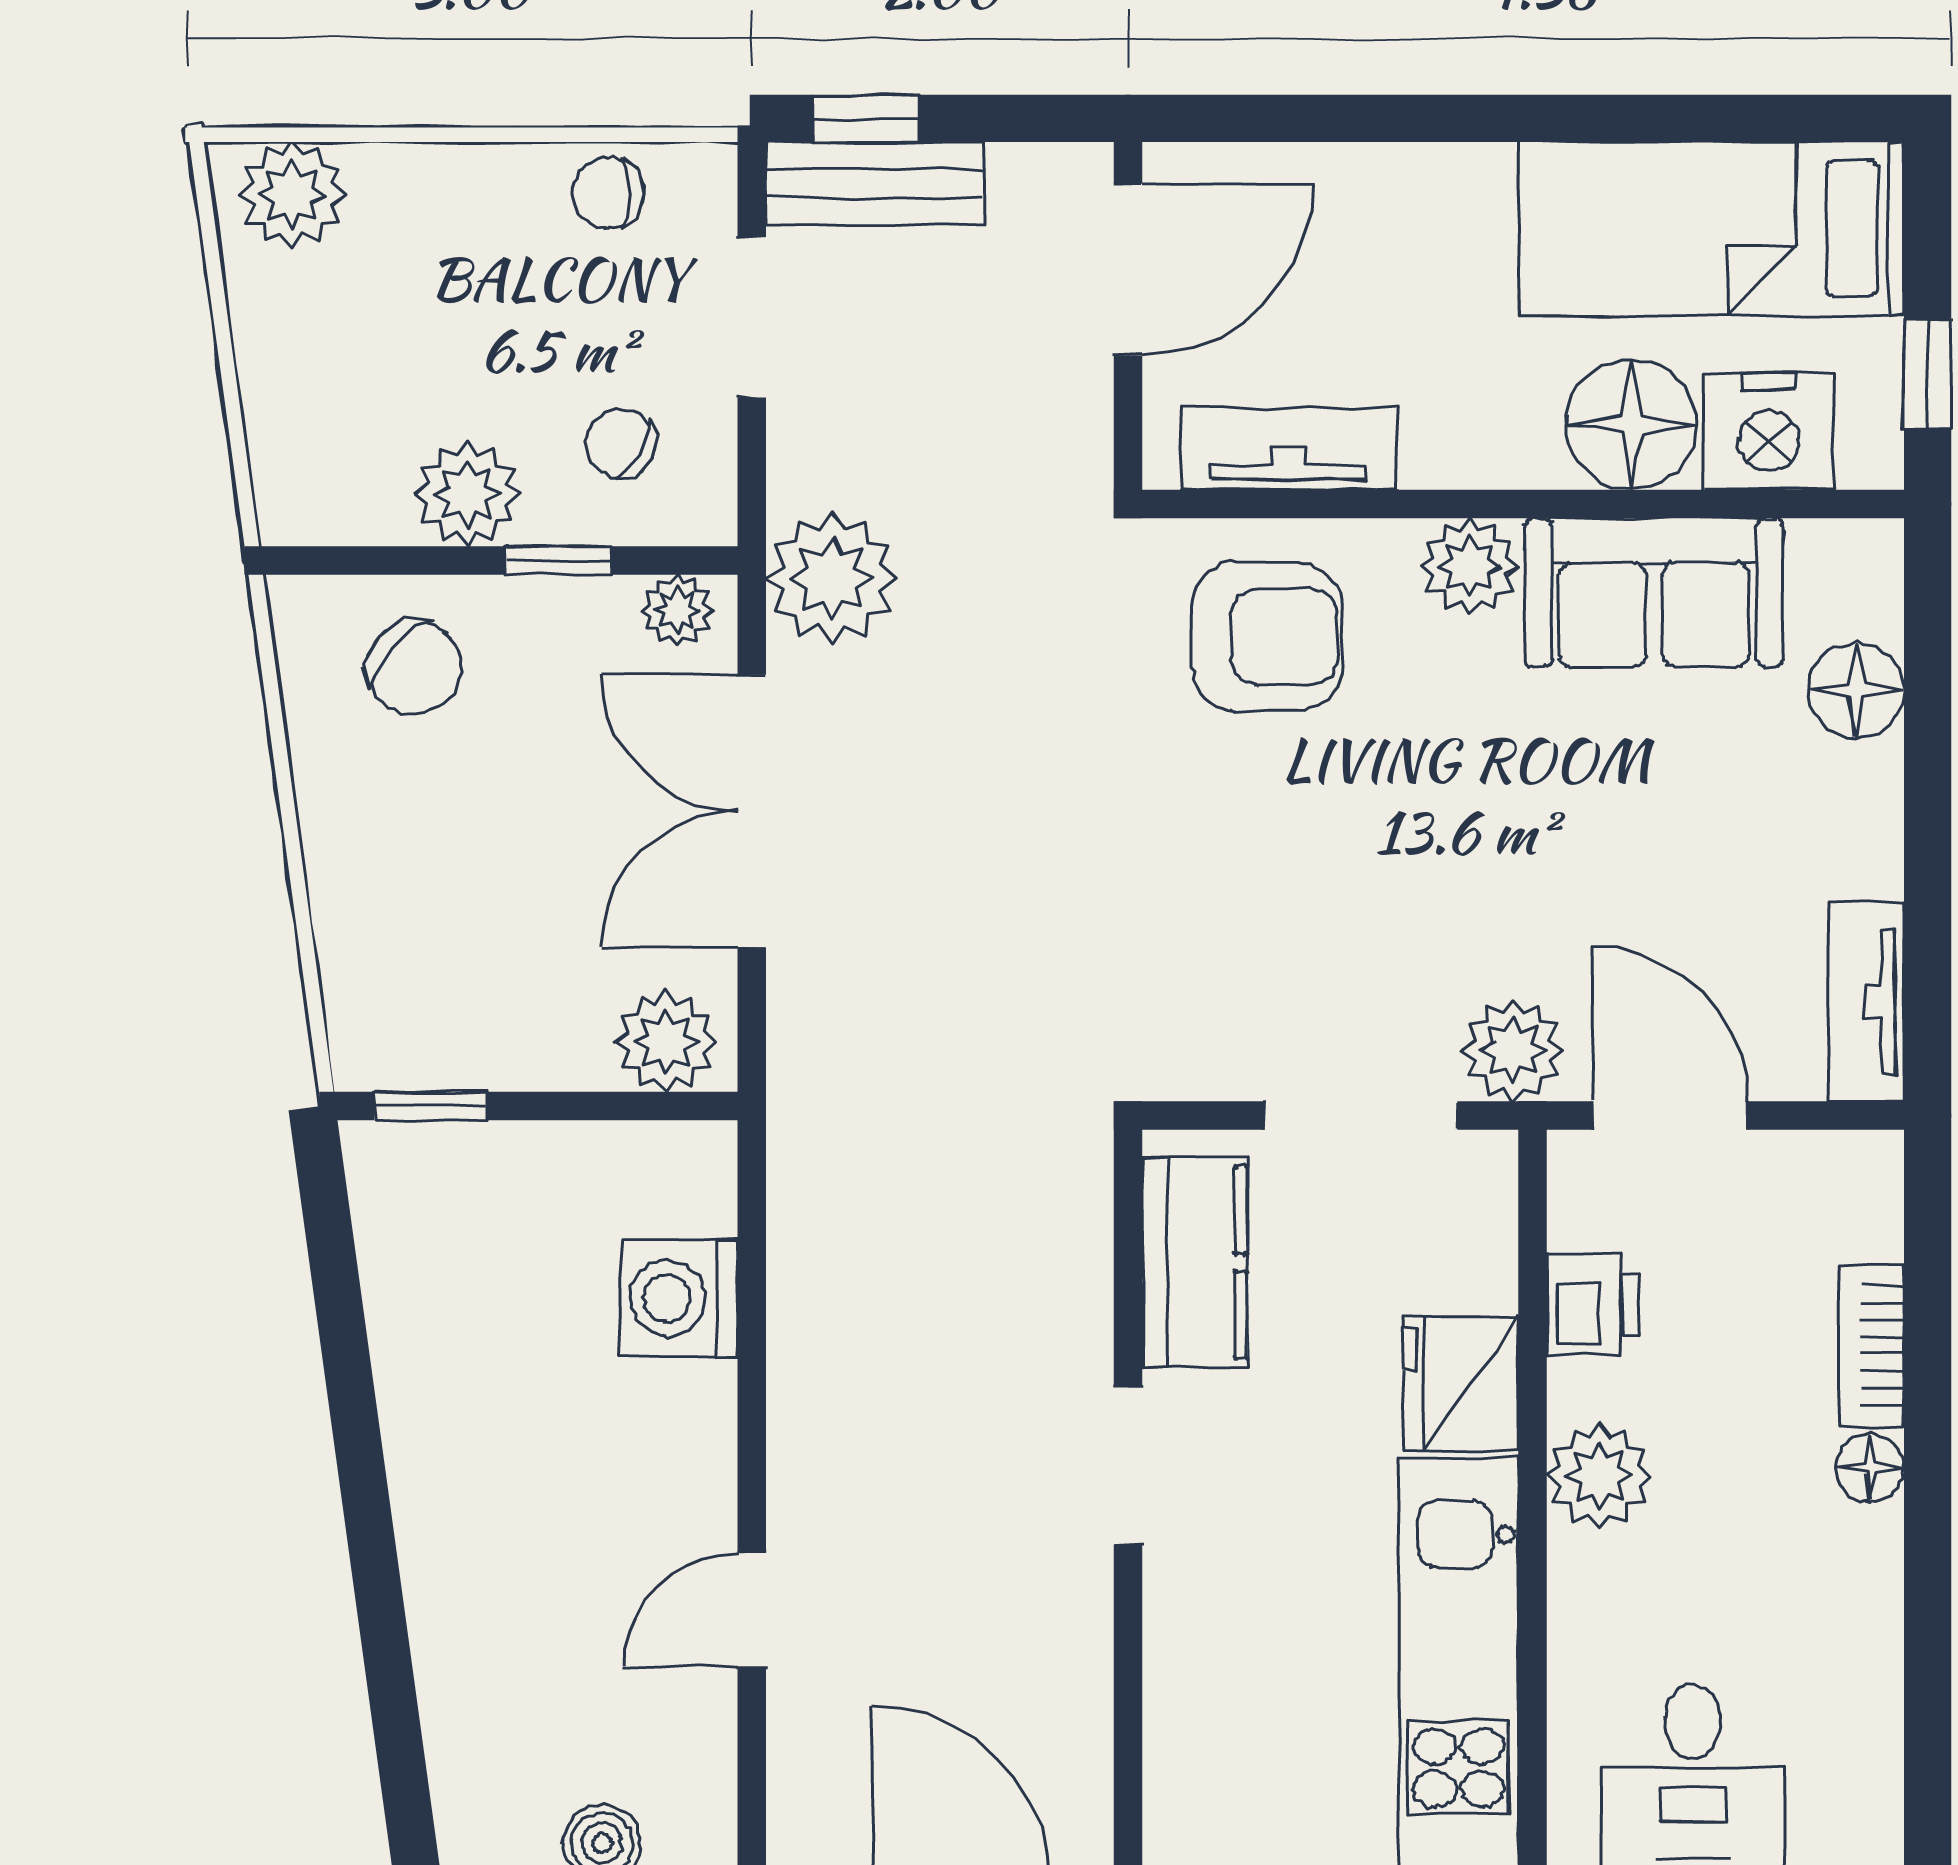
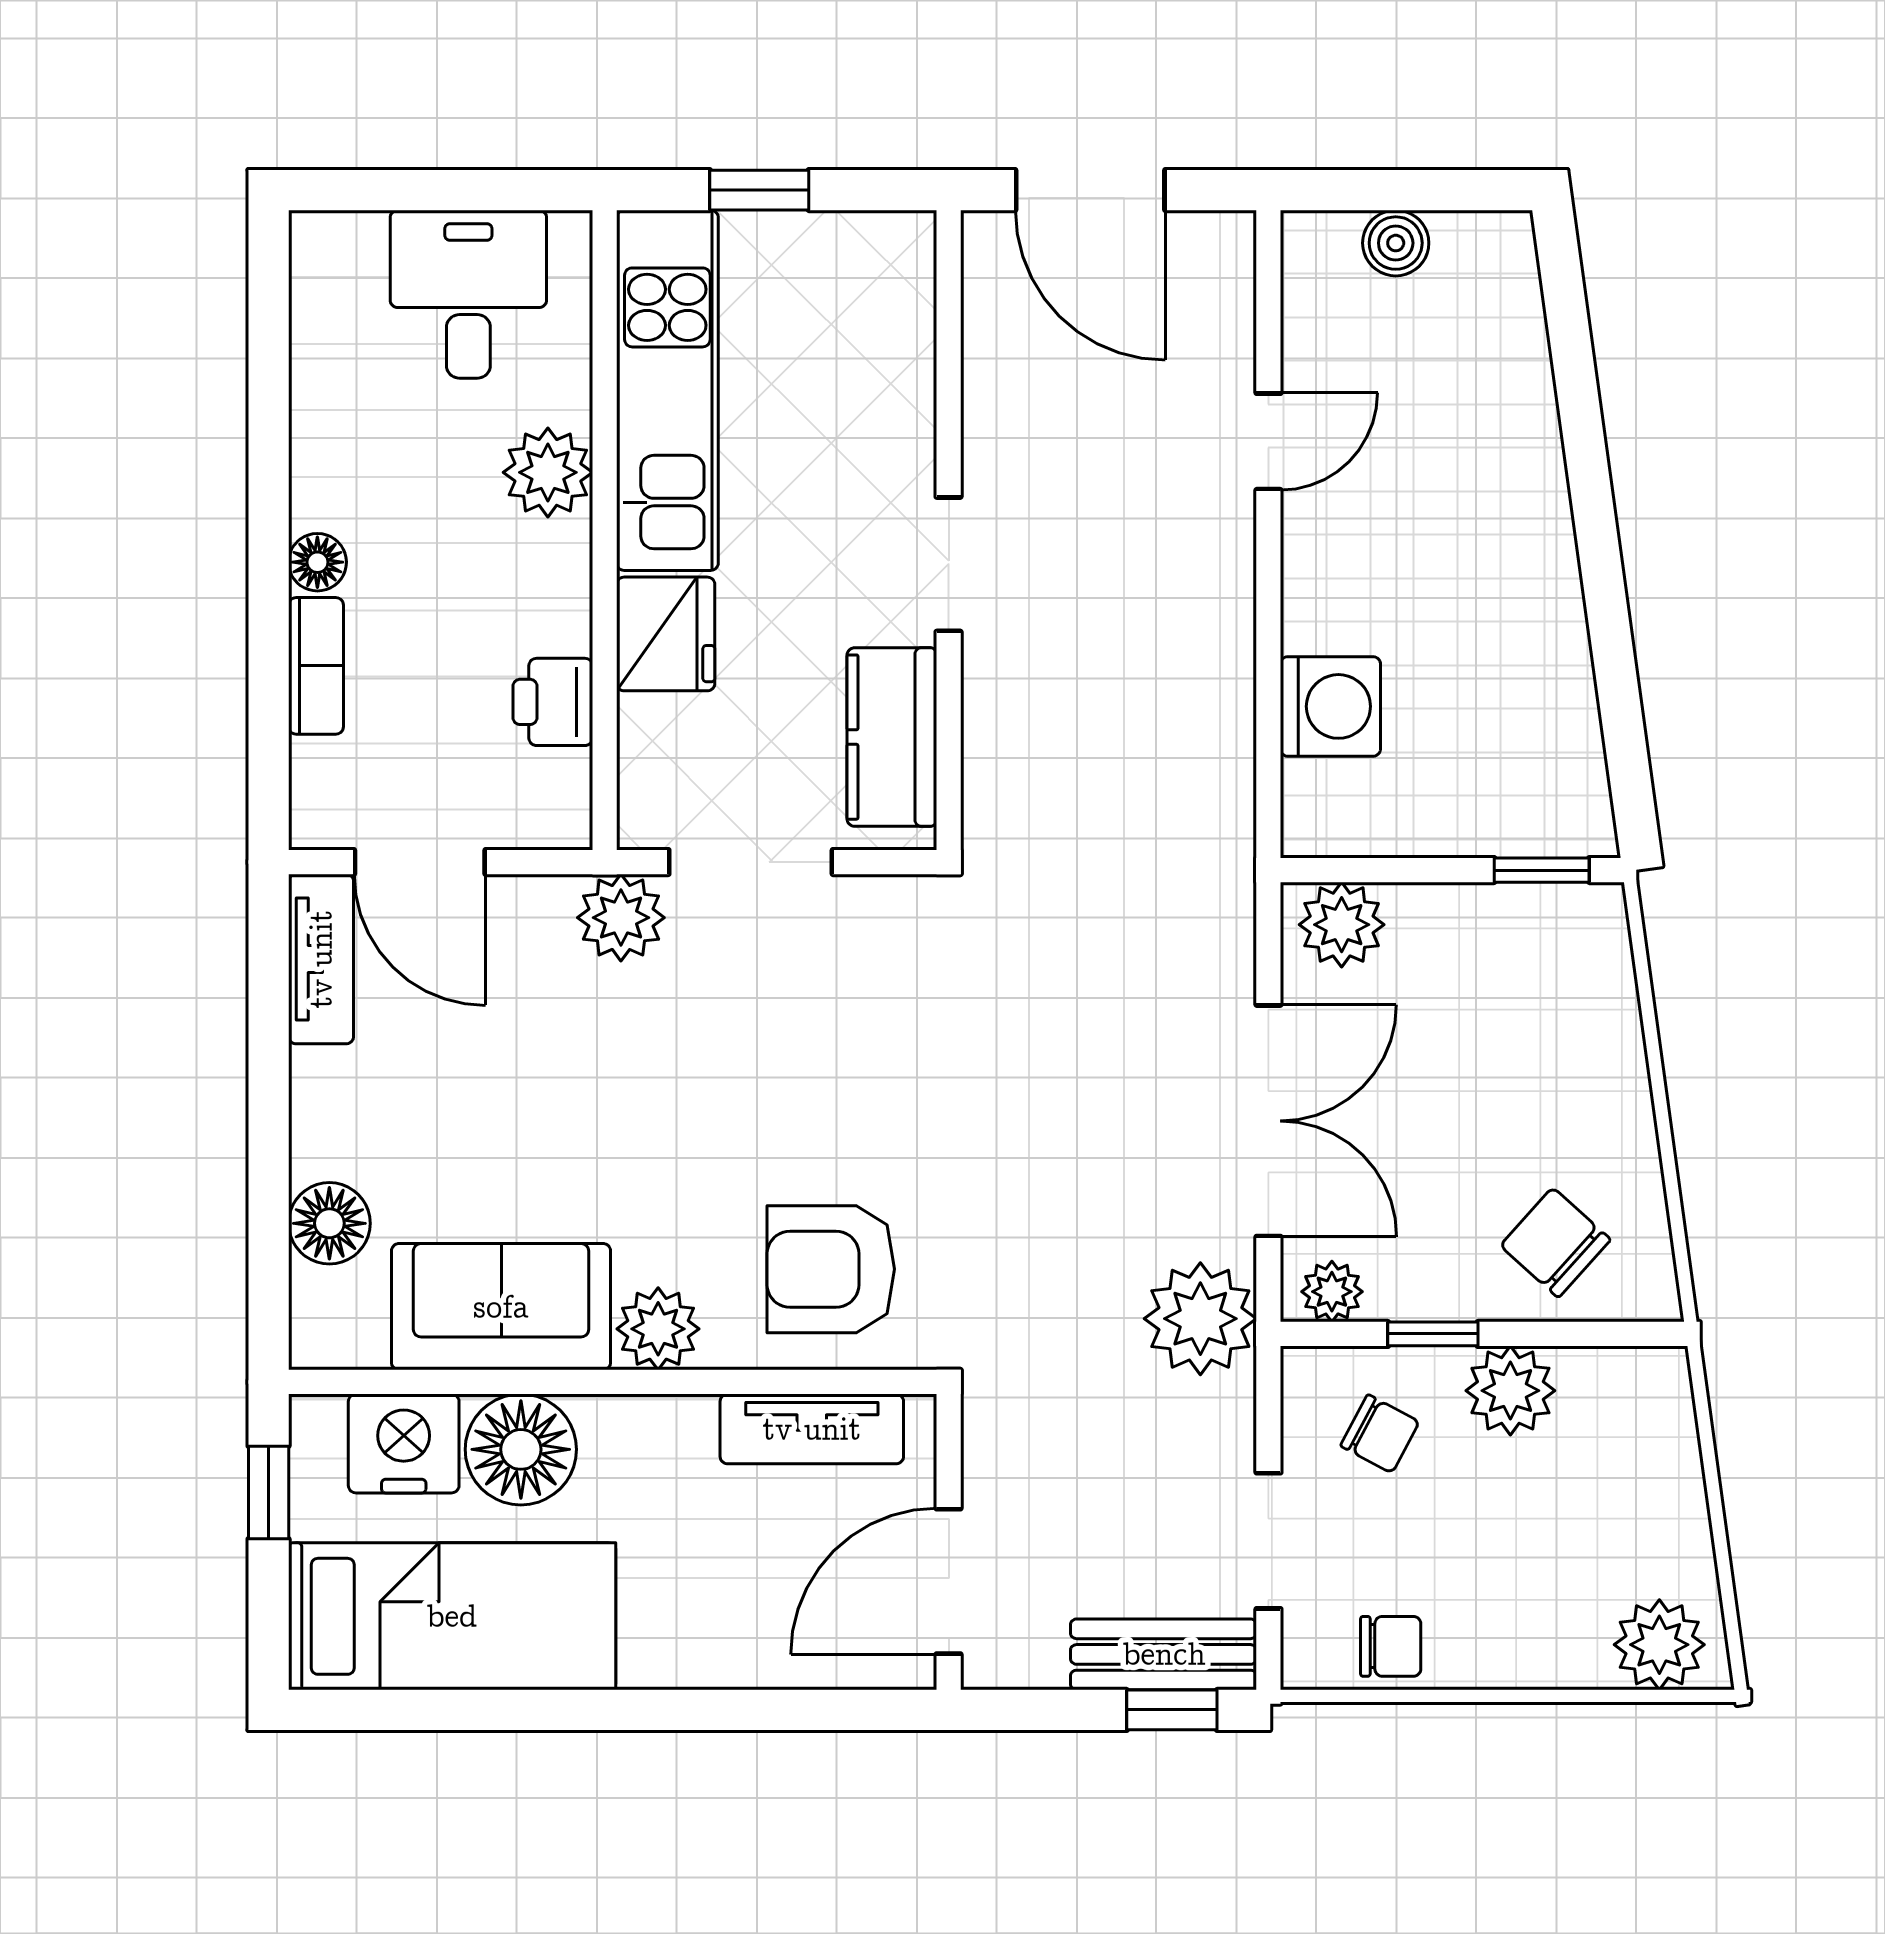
door: (1671, 1115) -> (420, 862), moved
plant: (1599, 1476) -> (548, 472), moved

